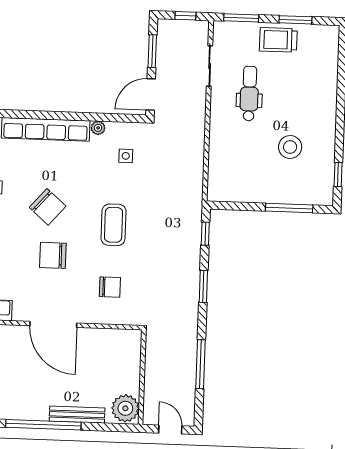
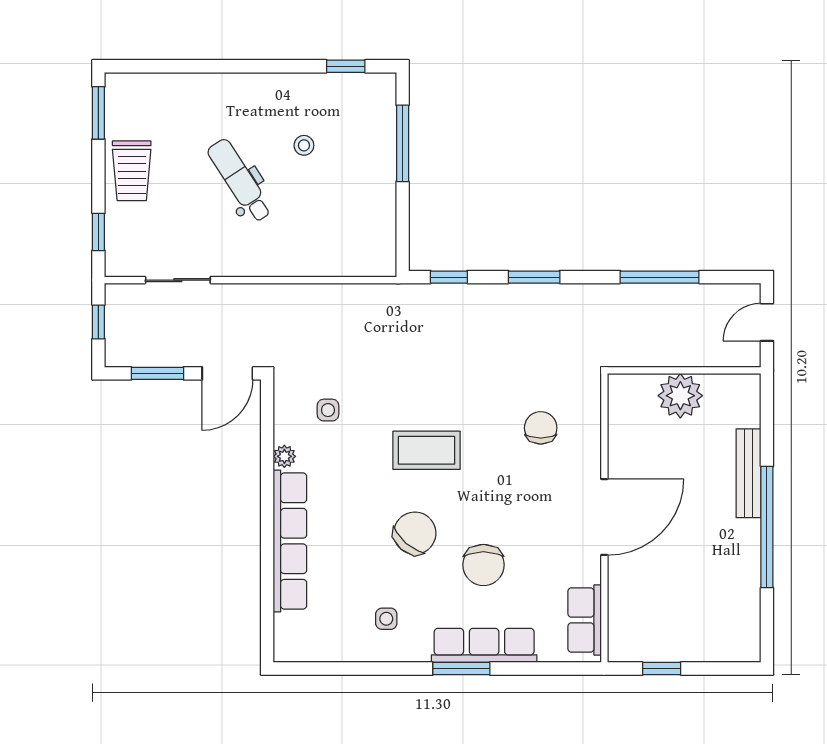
window: (241, 18) -> (98, 232), width x0.67
window: (295, 20) -> (98, 113), moved
dental chair: (249, 93) -> (240, 181), moved, turned 57
door: (151, 94) -> (227, 373), hinge flipped
stool: (290, 147) -> (304, 145), width x0.53, depth x0.53
coffee table: (114, 225) -> (427, 450), moved
chair: (53, 255) -> (483, 565), moved
plant: (125, 408) -> (680, 396), moved

